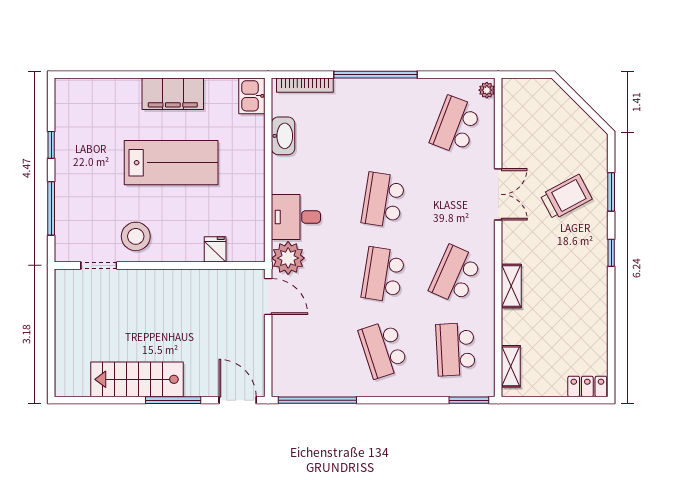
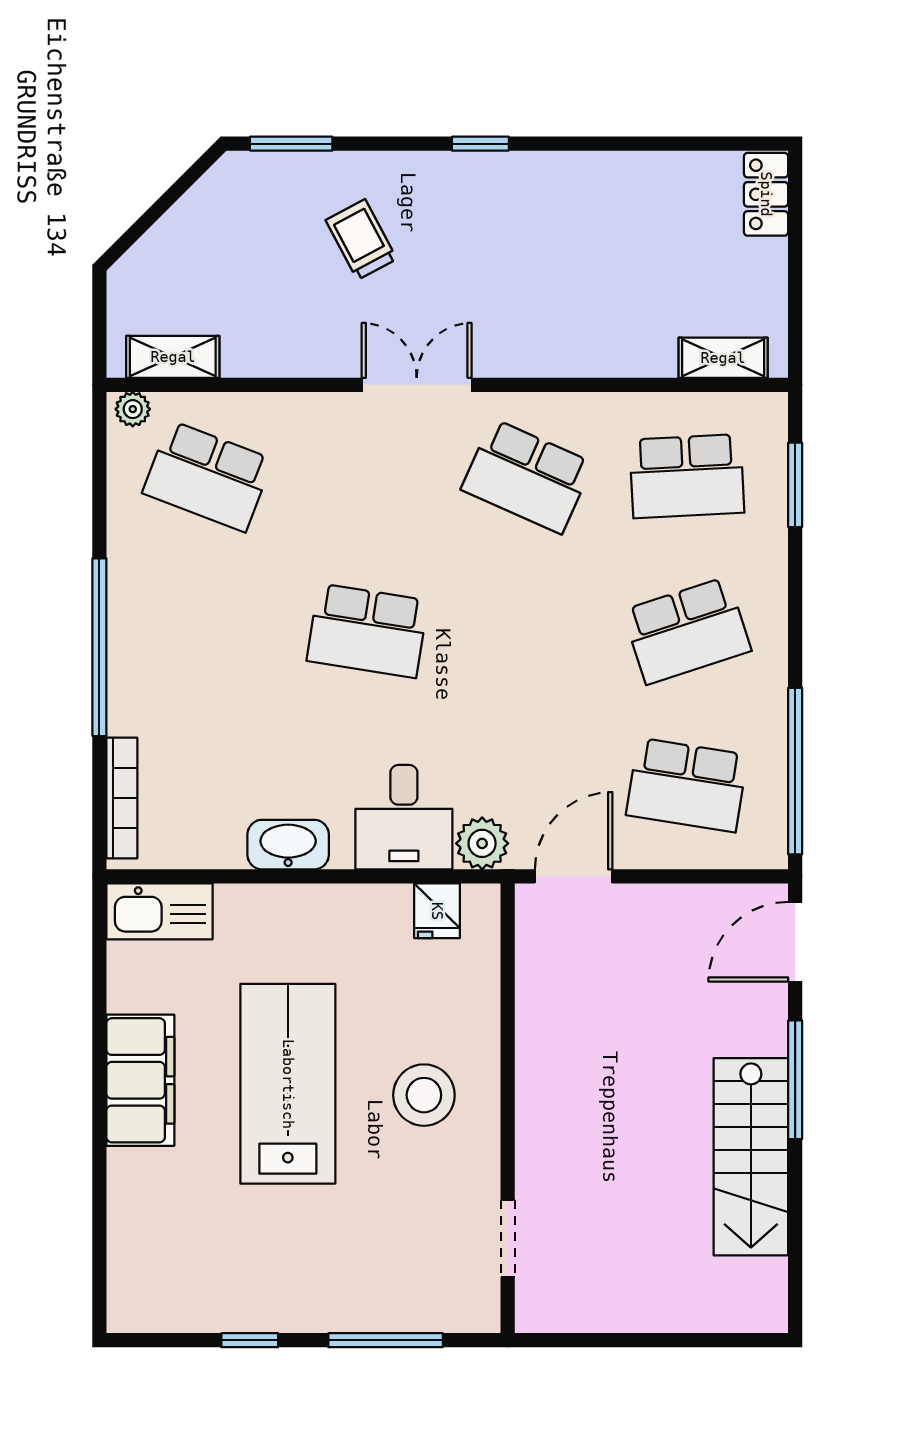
kitchen sink: (252, 96) -> (159, 911), width x1.38
washbasin: (283, 136) -> (288, 845), moved
window: (611, 192) -> (291, 144), moved
double door: (498, 194) -> (417, 385), moved
trolley: (566, 197) -> (361, 240), width x0.73, depth x0.72
stool: (136, 236) -> (424, 1095), moved
fridge: (215, 249) -> (437, 911), moved, turned -90
plant: (288, 258) -> (482, 843), width x0.73, depth x0.73
school desk: (383, 275) -> (687, 785), moved
shelving: (511, 286) -> (173, 357), moved
window: (469, 400) -> (795, 485), moved

